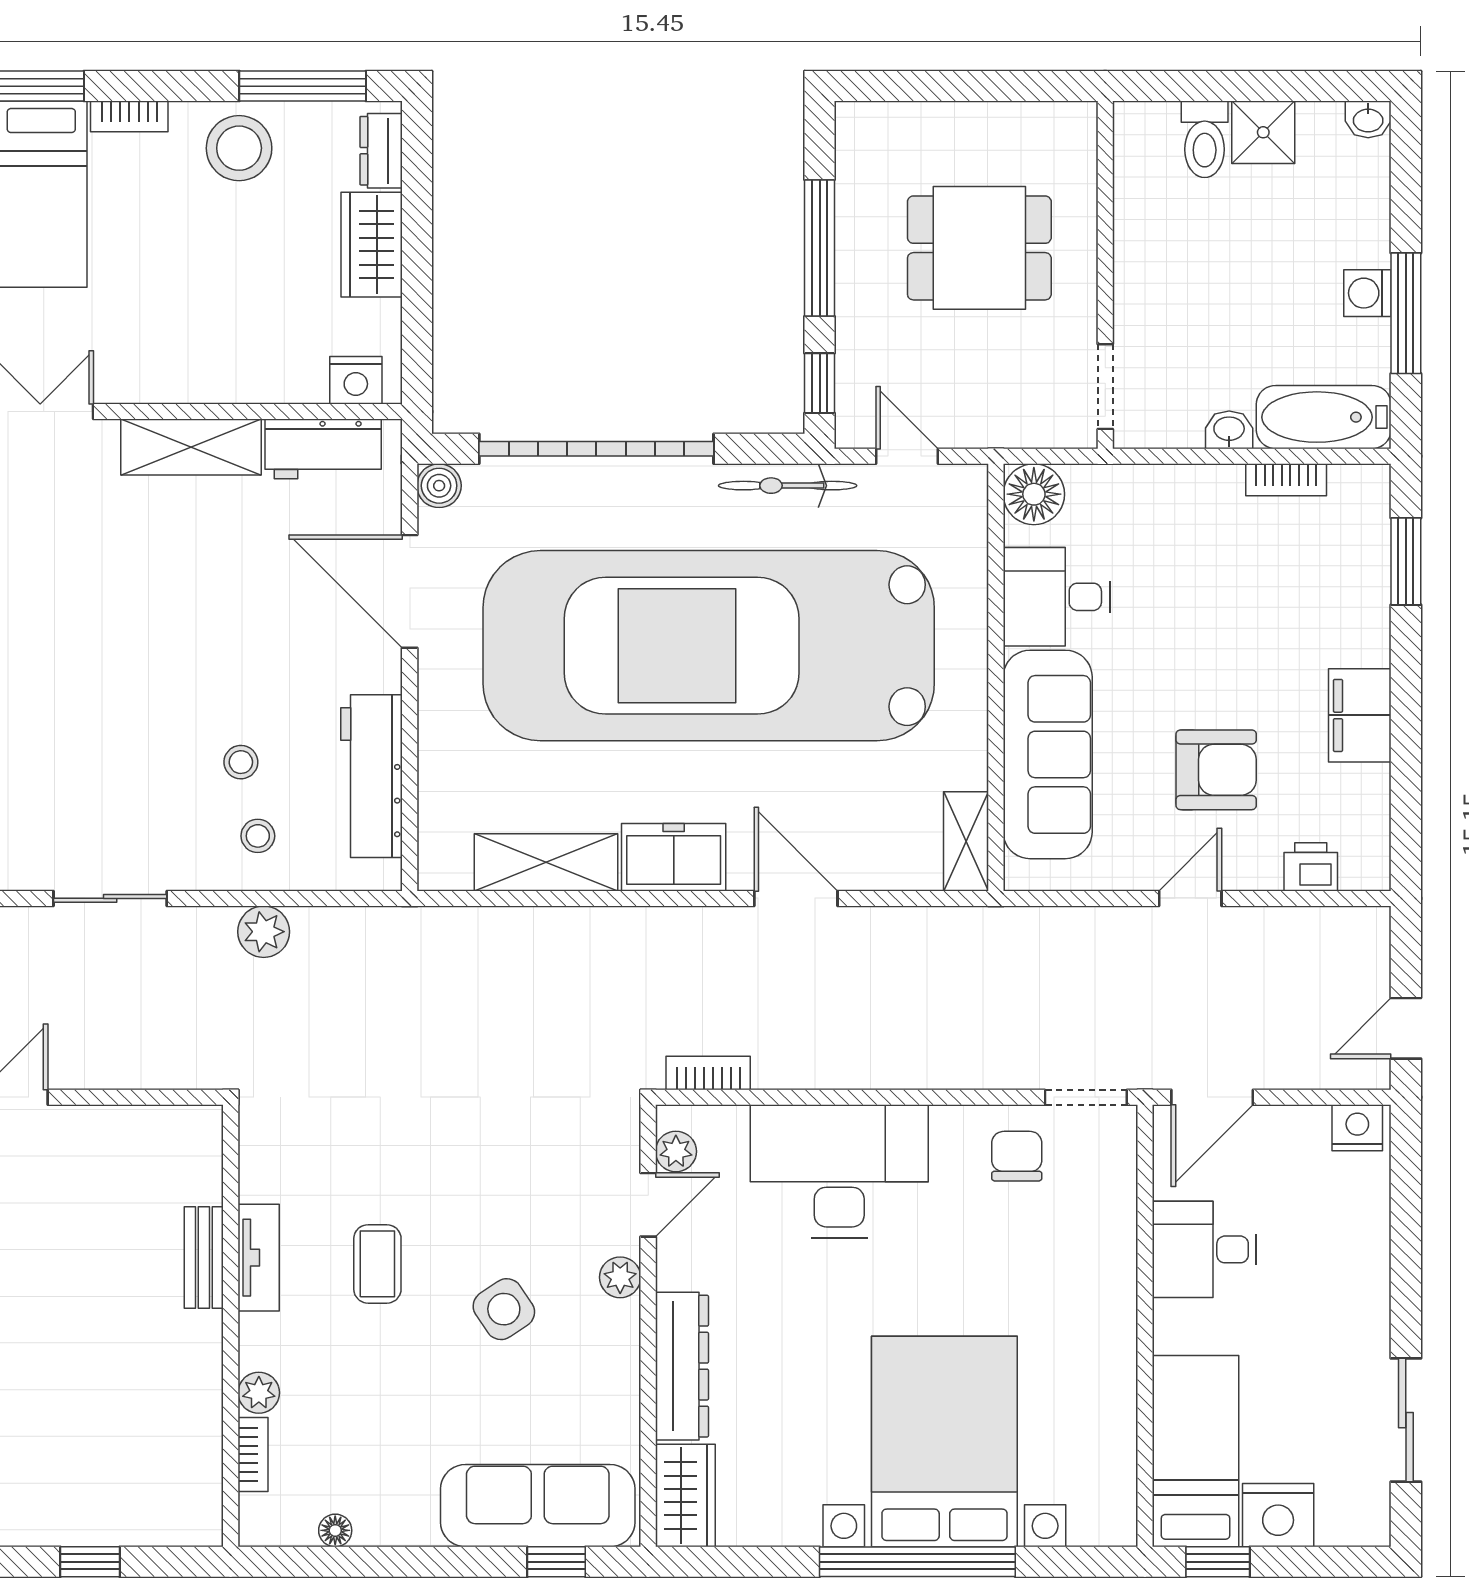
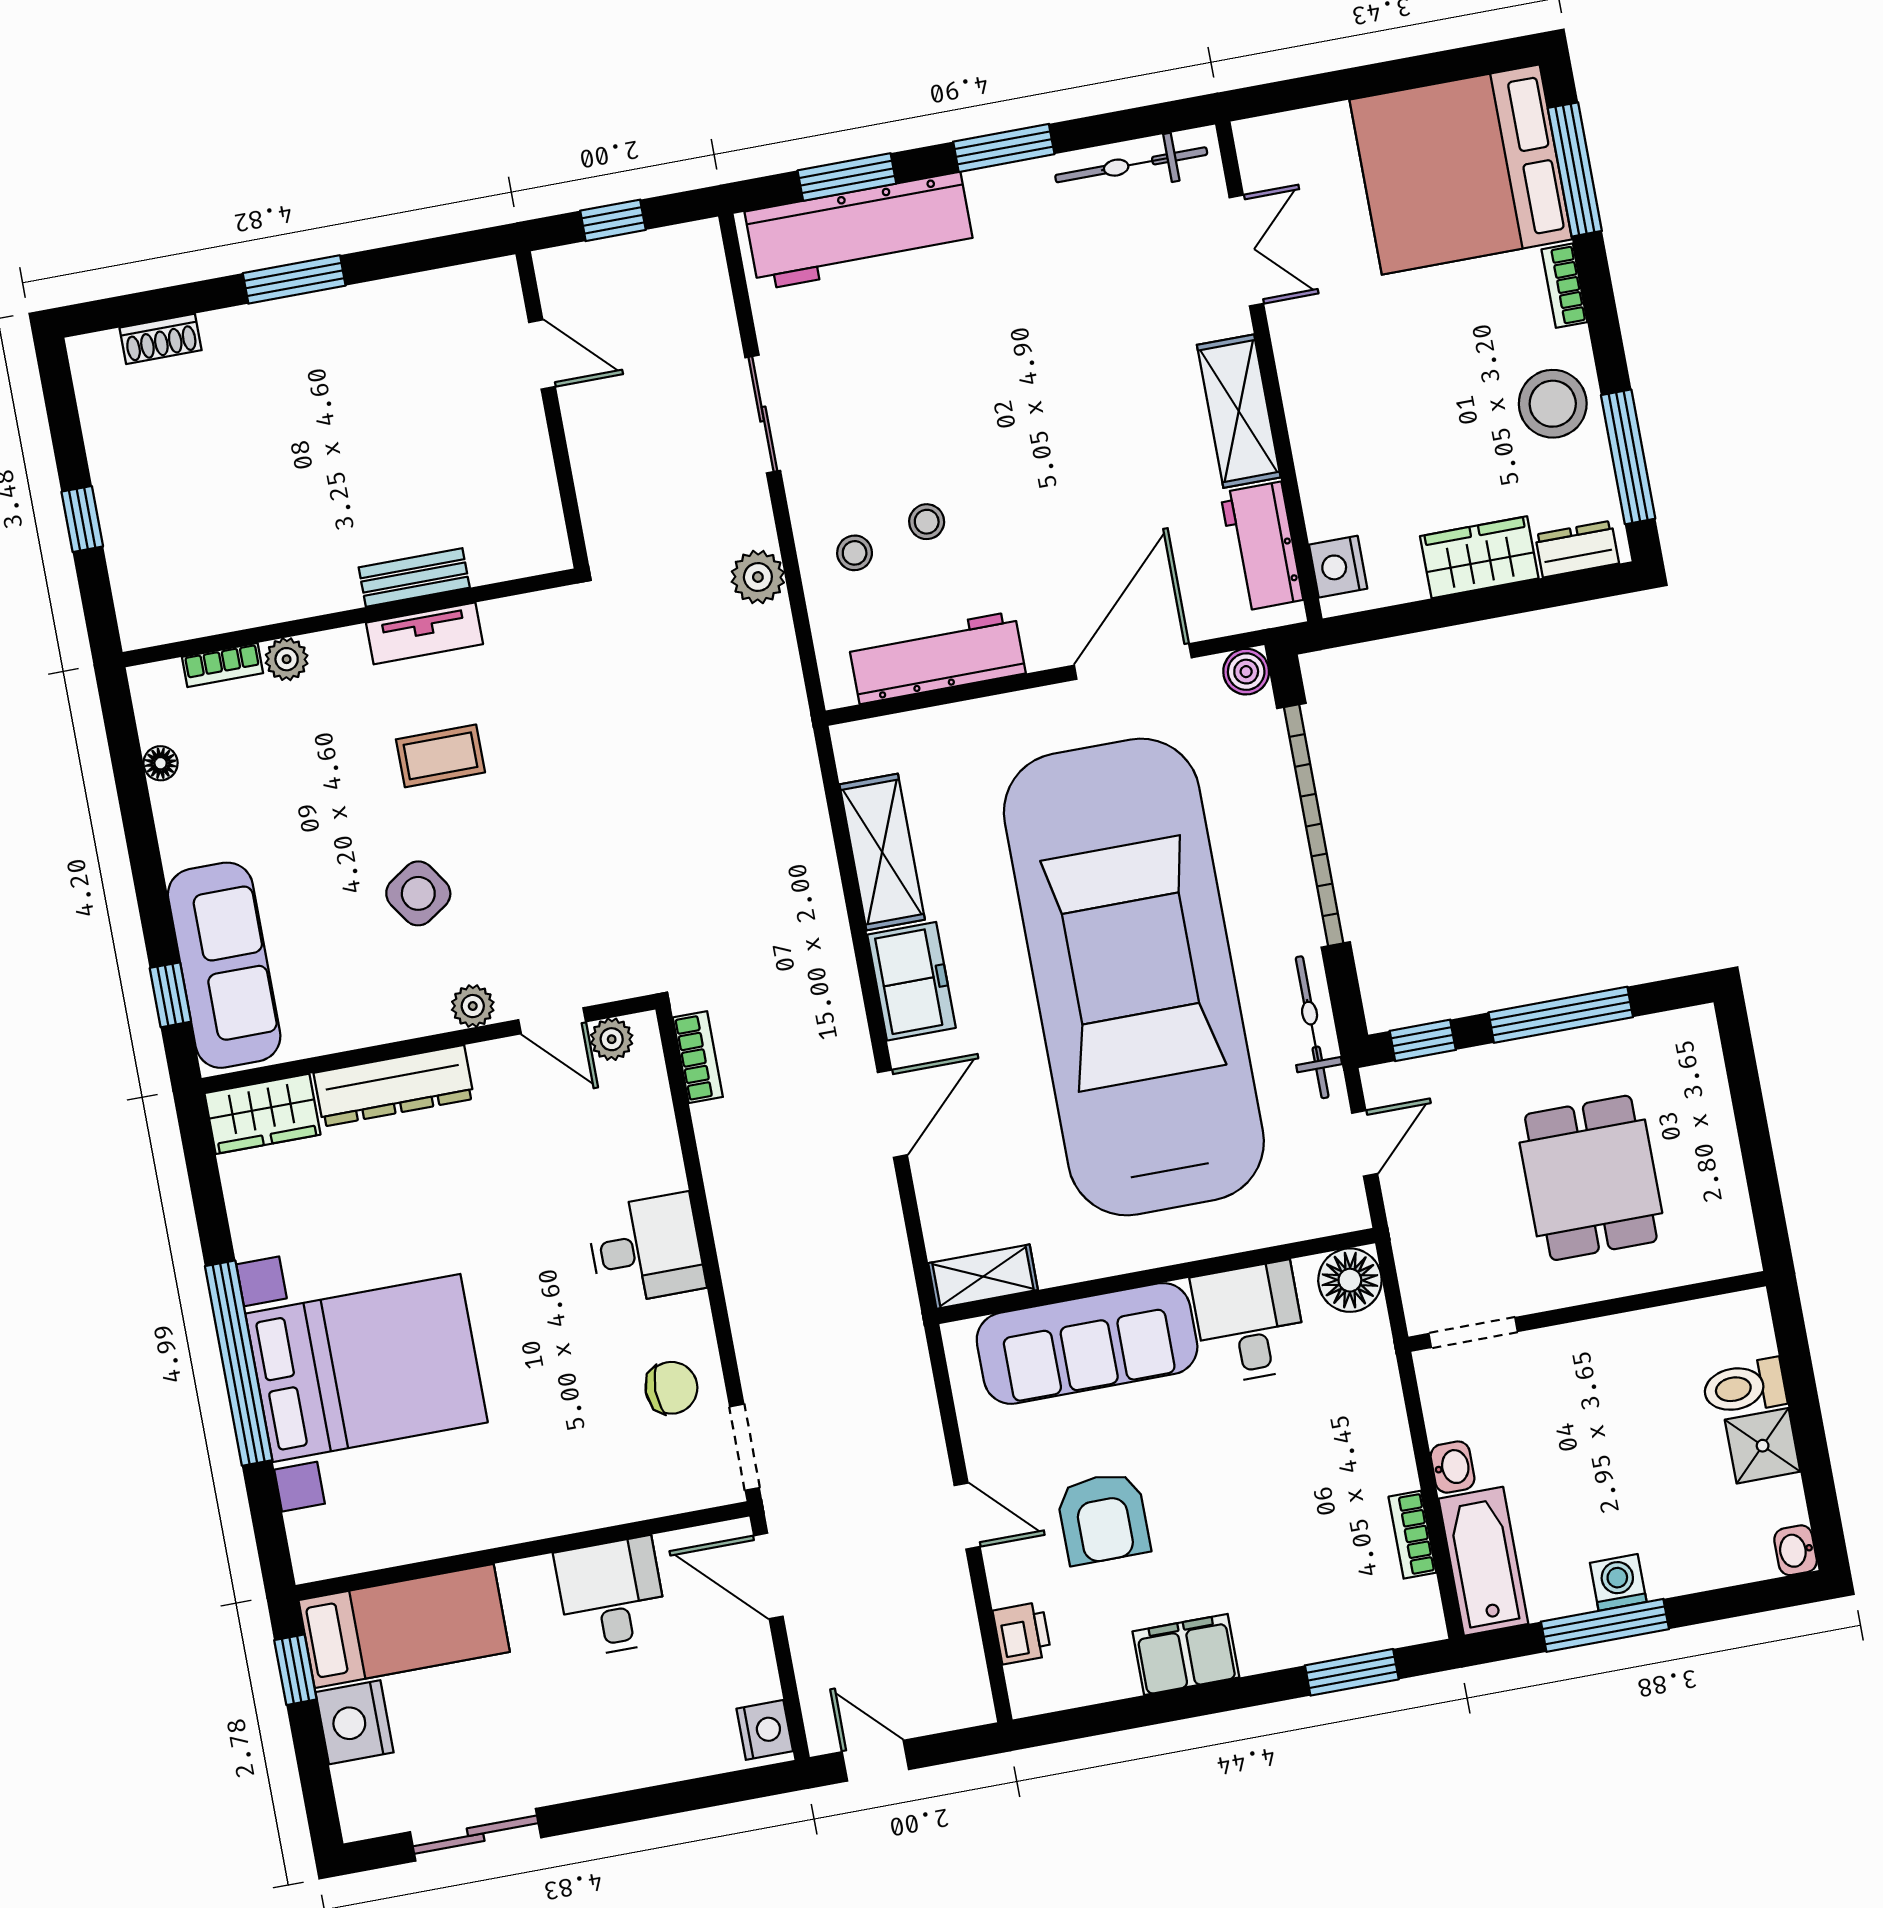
desk: (839, 1171) -> (646, 1249), width x0.53, depth x0.77

